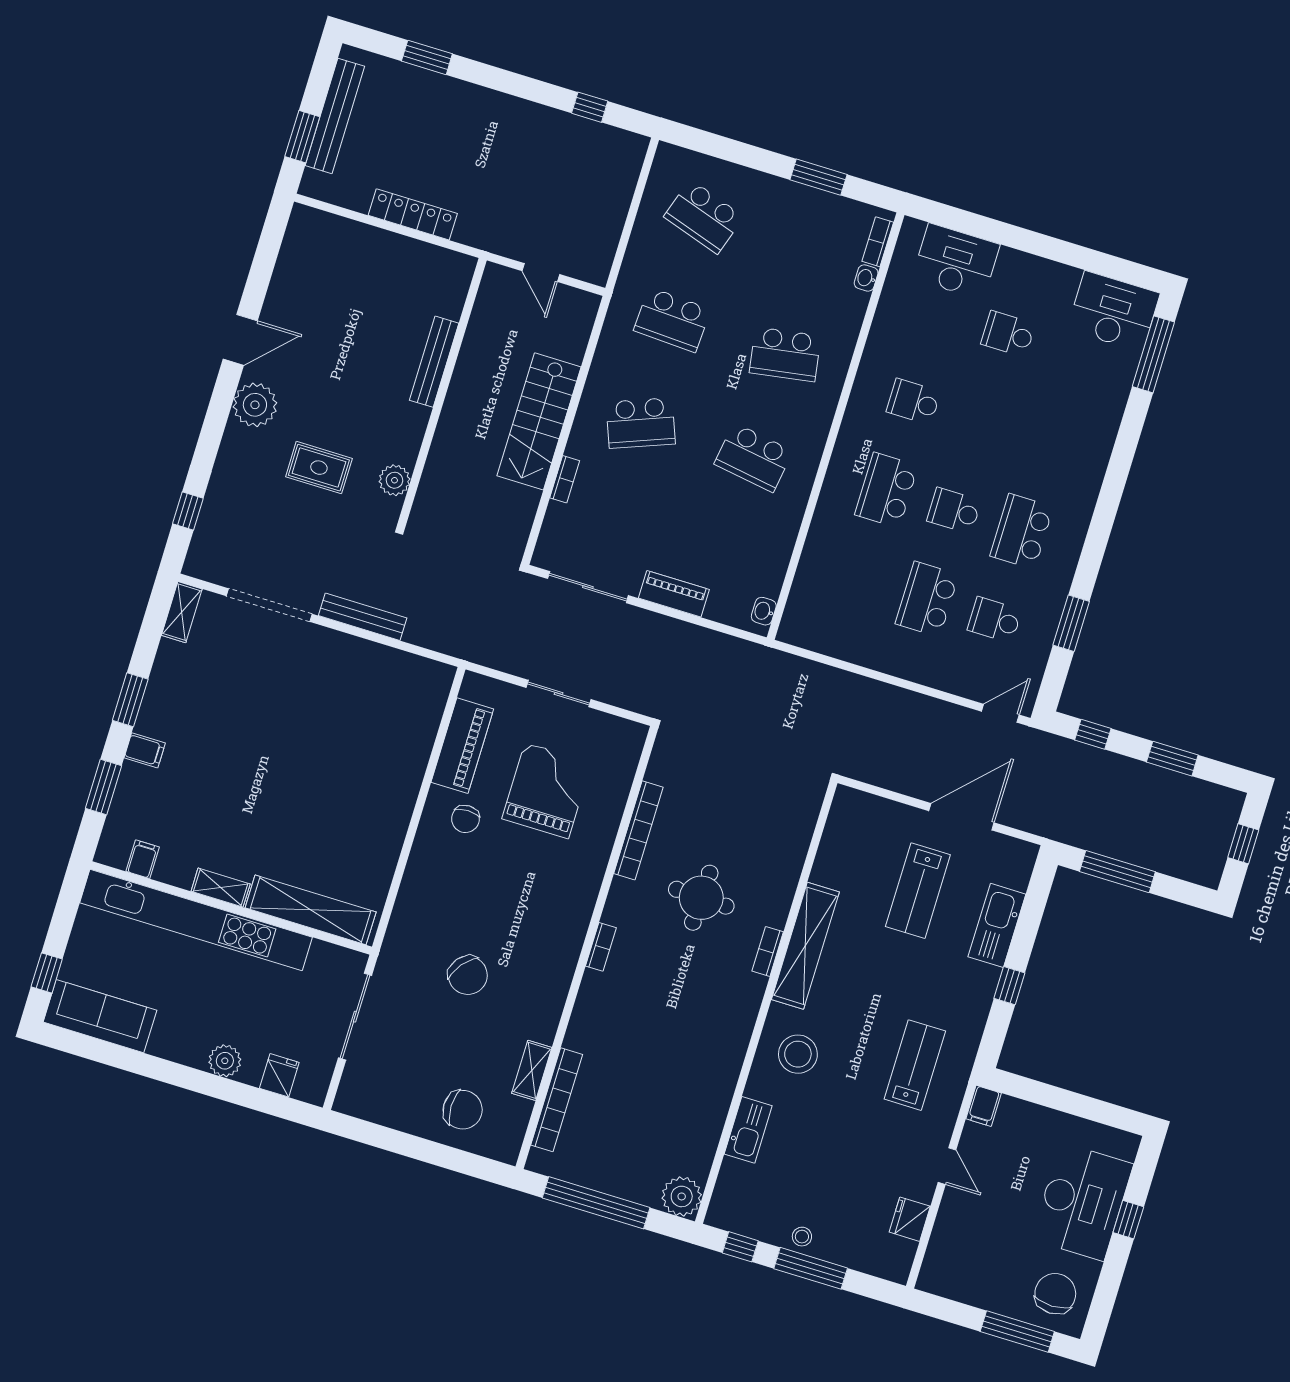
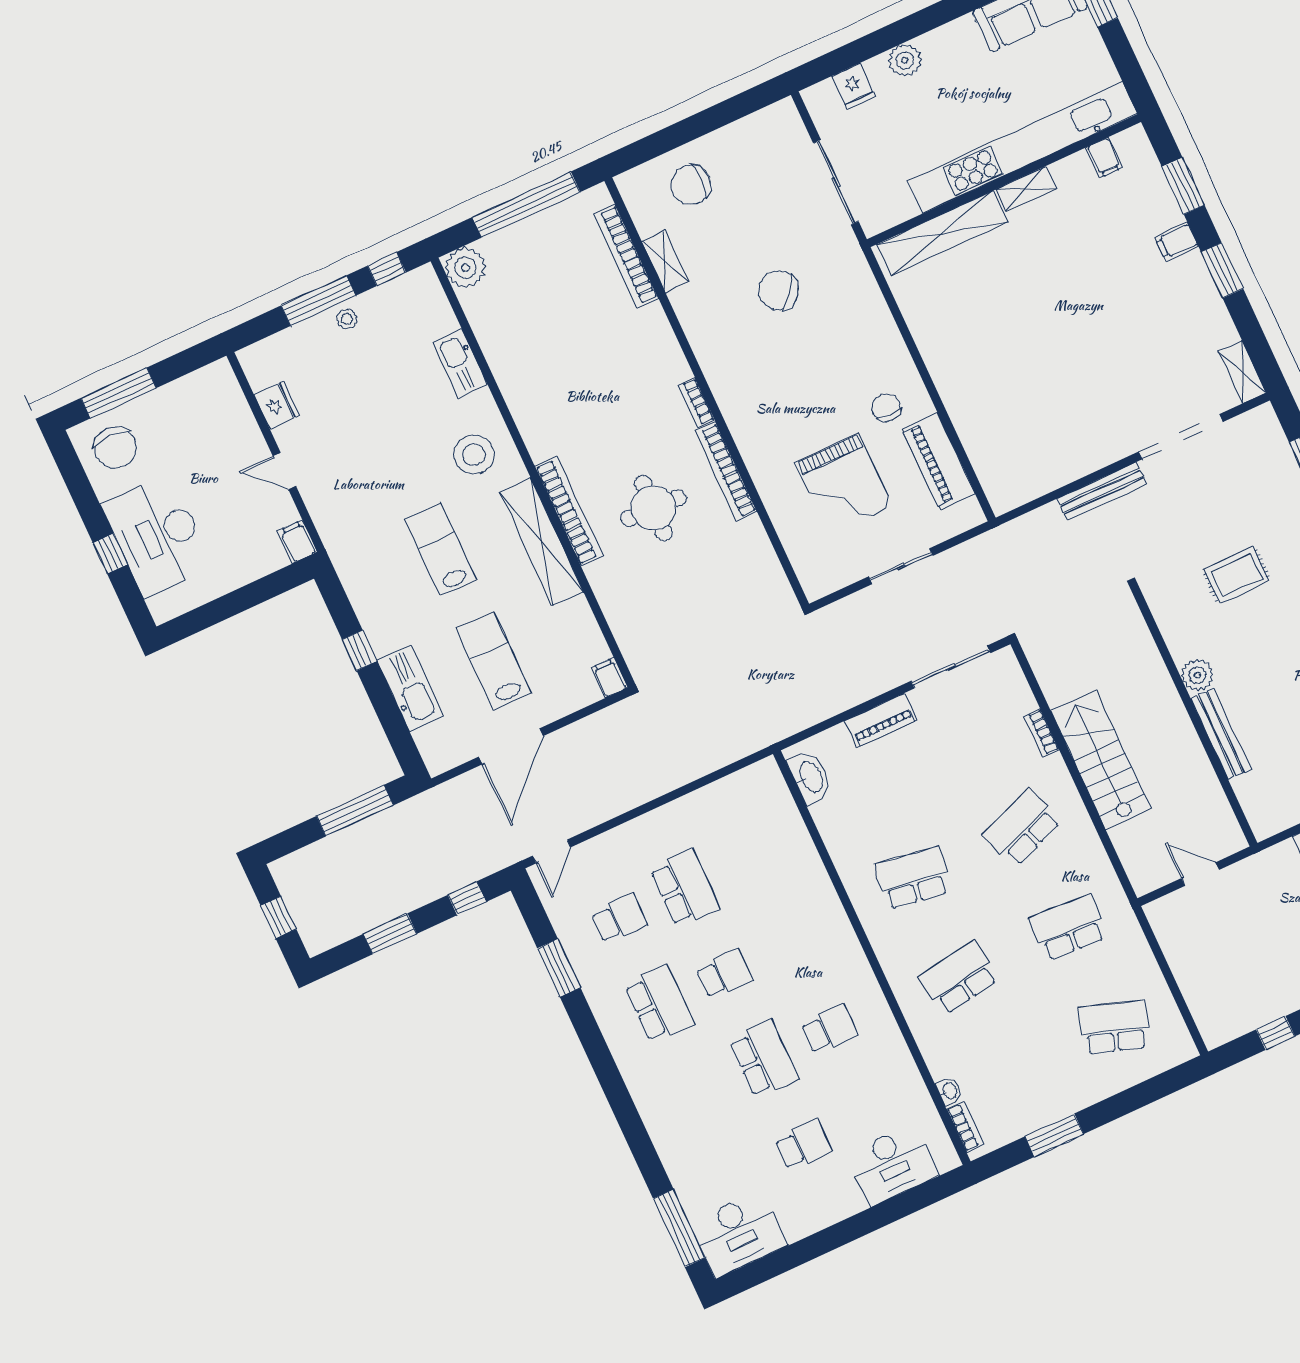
plant: (394, 480) -> (1197, 675), moved
school desk: (886, 490) -> (764, 1059), moved
washbasin: (764, 611) -> (810, 777), width x1.91, depth x1.45
filing cabinet: (845, 802) -> (609, 678), added
bookcase: (638, 830) -> (726, 471), moved
bookcase: (768, 951) -> (569, 511), width x2.31, depth x1.31
lab bench: (915, 1065) -> (441, 549), moved, turned 180

